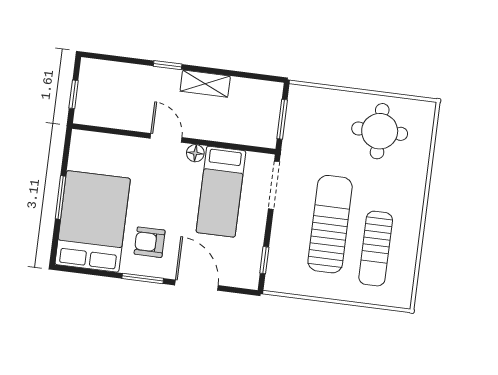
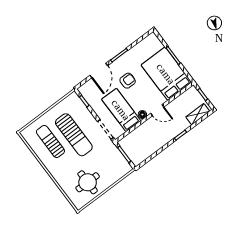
shelving: (205, 84) -> (198, 114), moved
bed: (93, 221) -> (166, 74), moved, turned 180
armchair: (150, 242) -> (128, 81), moved
door: (196, 285) -> (99, 70), hinge flipped

